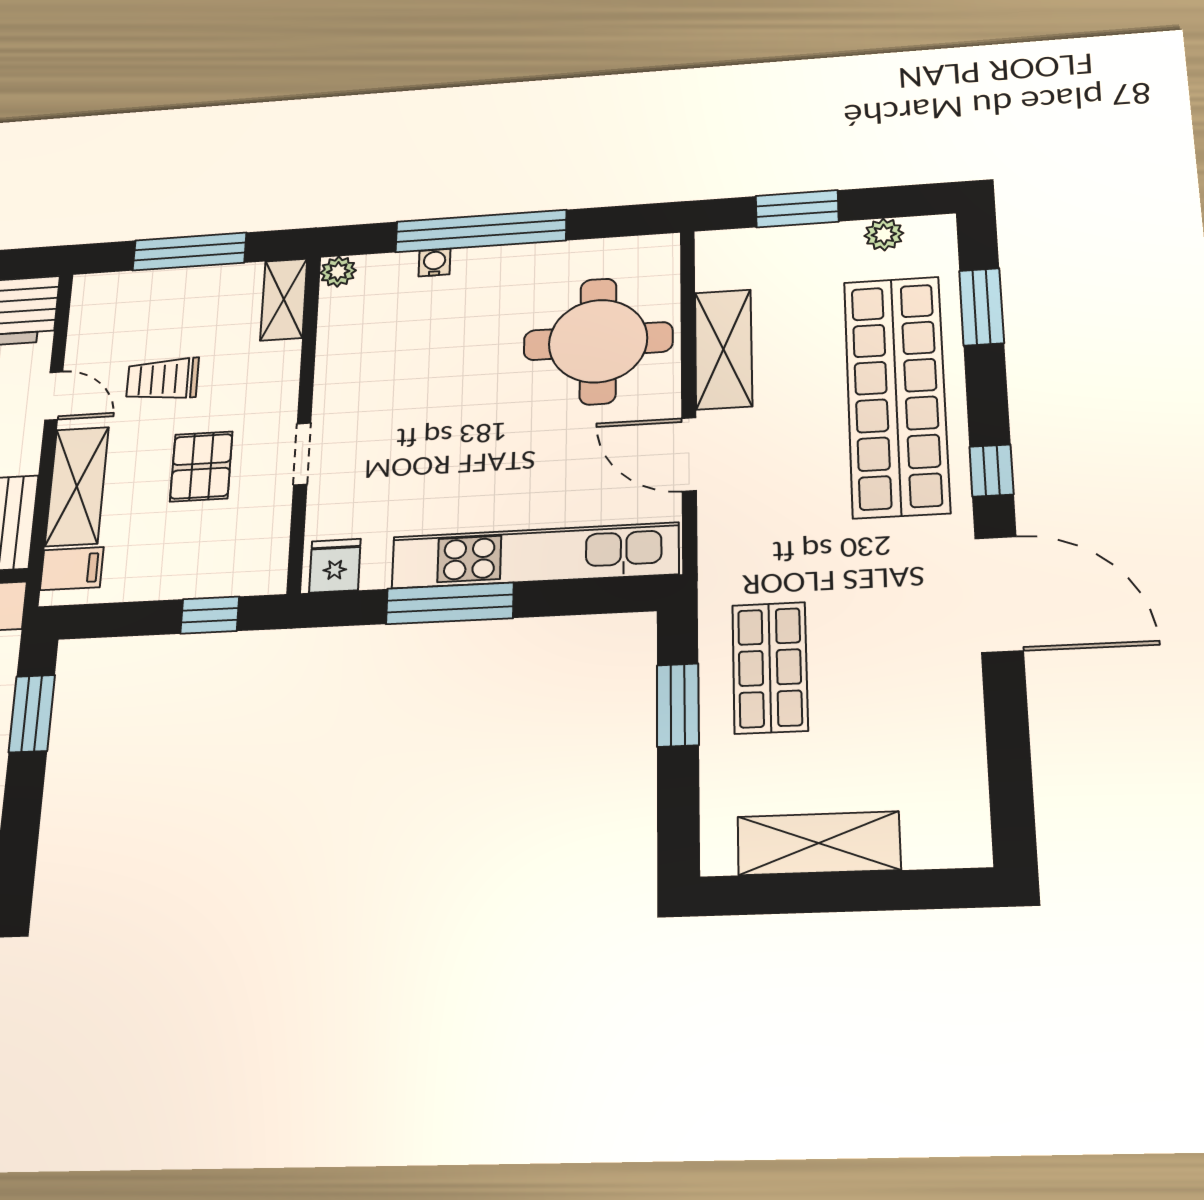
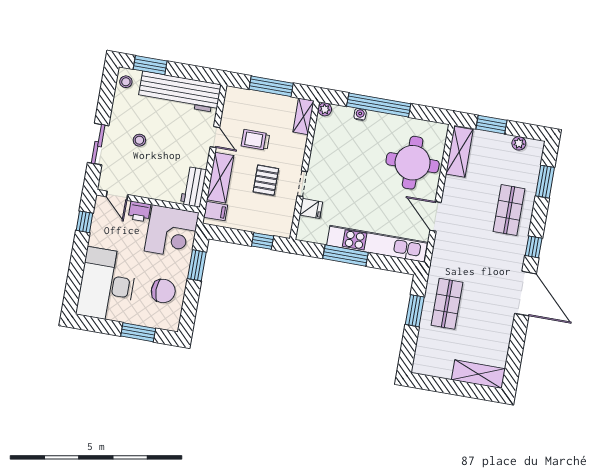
shelving: (723, 349) -> (459, 152), moved
shop shelf: (896, 396) -> (509, 210), width x0.50, depth x0.74
fridge: (335, 566) -> (311, 208), moved, turned 90
shelving: (819, 843) -> (478, 374), moved

